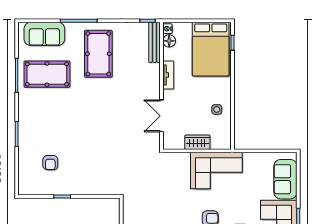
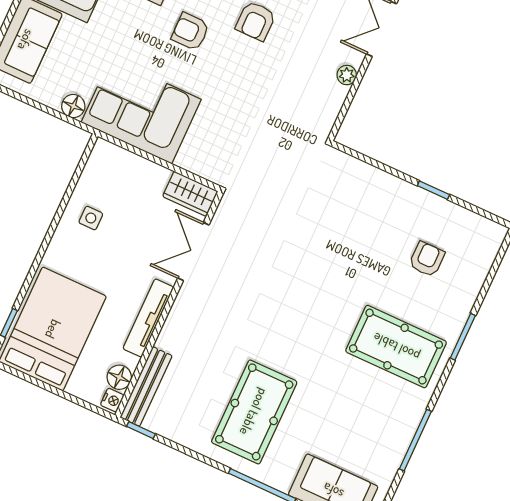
pool table: (47, 74) -> (396, 347), moved
tv unit: (168, 75) -> (148, 318), width x1.41
double door: (161, 116) -> (193, 251), swing flipped
wardrobe: (197, 142) -> (190, 194), moved
floor lamp: (249, 158) -> (73, 106), added

